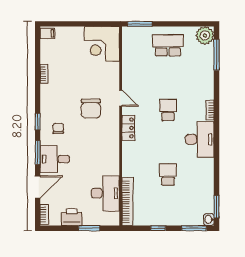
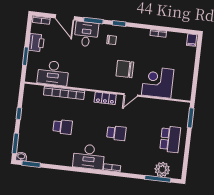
plant: (205, 35) -> (162, 169), moved
corner desk: (102, 44) -> (158, 82), moved
bookcase: (127, 202) -> (64, 93), moved

